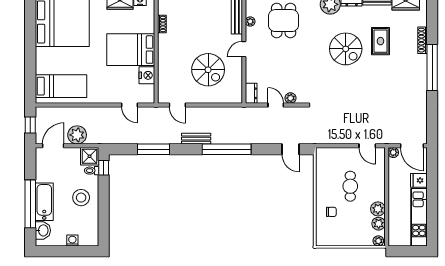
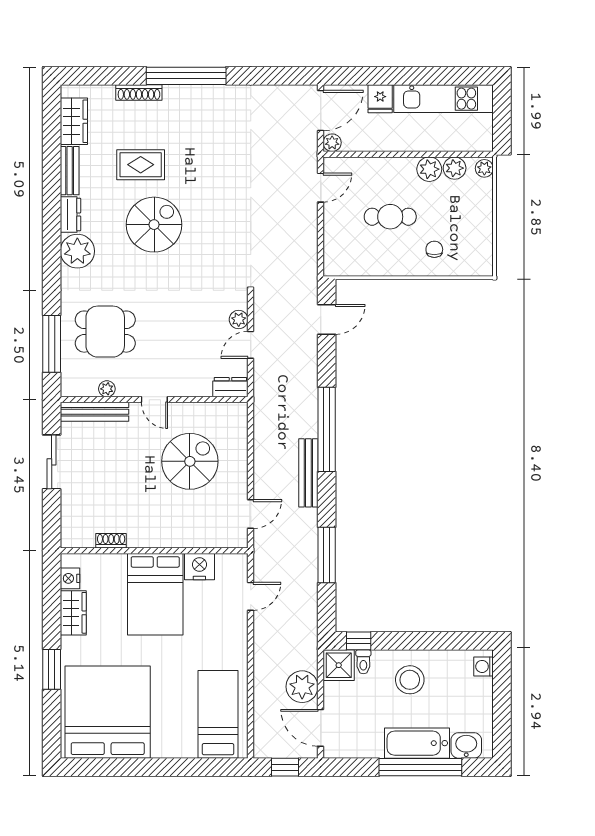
bench: (196, 139) -> (308, 473), width x1.36
washing machine: (72, 240) -> (484, 666), moved

